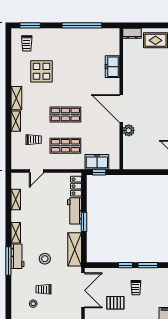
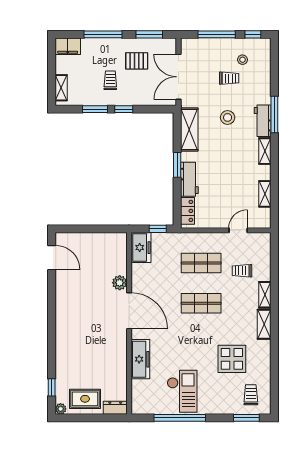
checkout: (80, 46) -> (182, 391), added
freezer: (112, 67) -> (140, 359), width x1.40
freezer: (97, 162) -> (141, 248), moved, turned -90

